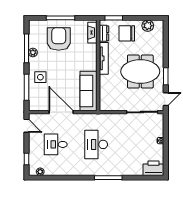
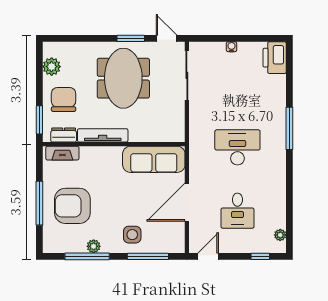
chair: (127, 33) -> (64, 99), turned 180
desk: (96, 144) -> (237, 147), turned 180

